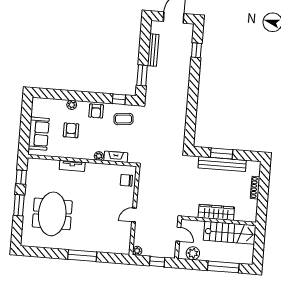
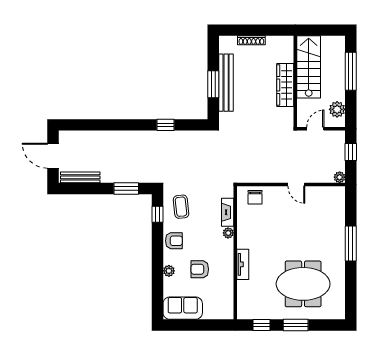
bench: (153, 50) -> (80, 177), moved
window: (196, 50) -> (166, 125), moved
sofa: (39, 134) -> (183, 308), moved

